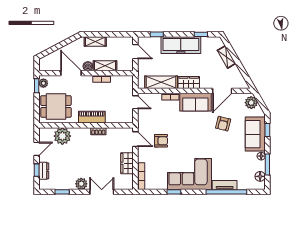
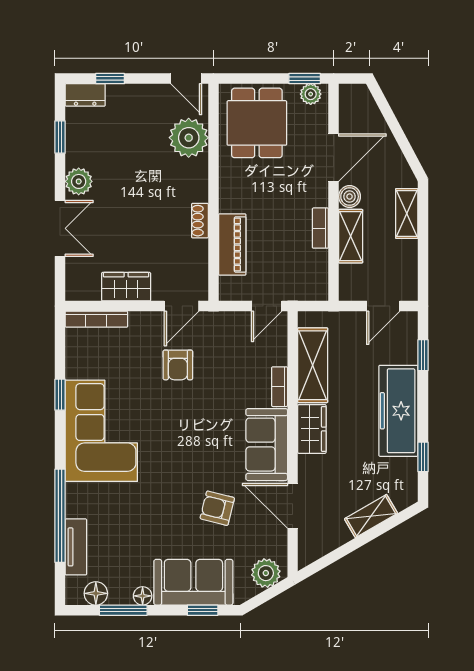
piano: (92, 117) -> (232, 245), moved
door: (37, 149) -> (186, 79), moved
dresser: (44, 171) -> (85, 95), moved
tv unit: (225, 185) -> (76, 547), moved

